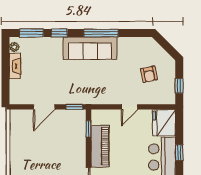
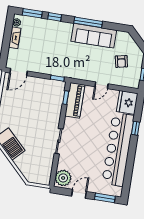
sofa: (90, 48) -> (94, 36), moved
door: (44, 107) -> (19, 72), moved
piano: (100, 146) -> (75, 100), moved

